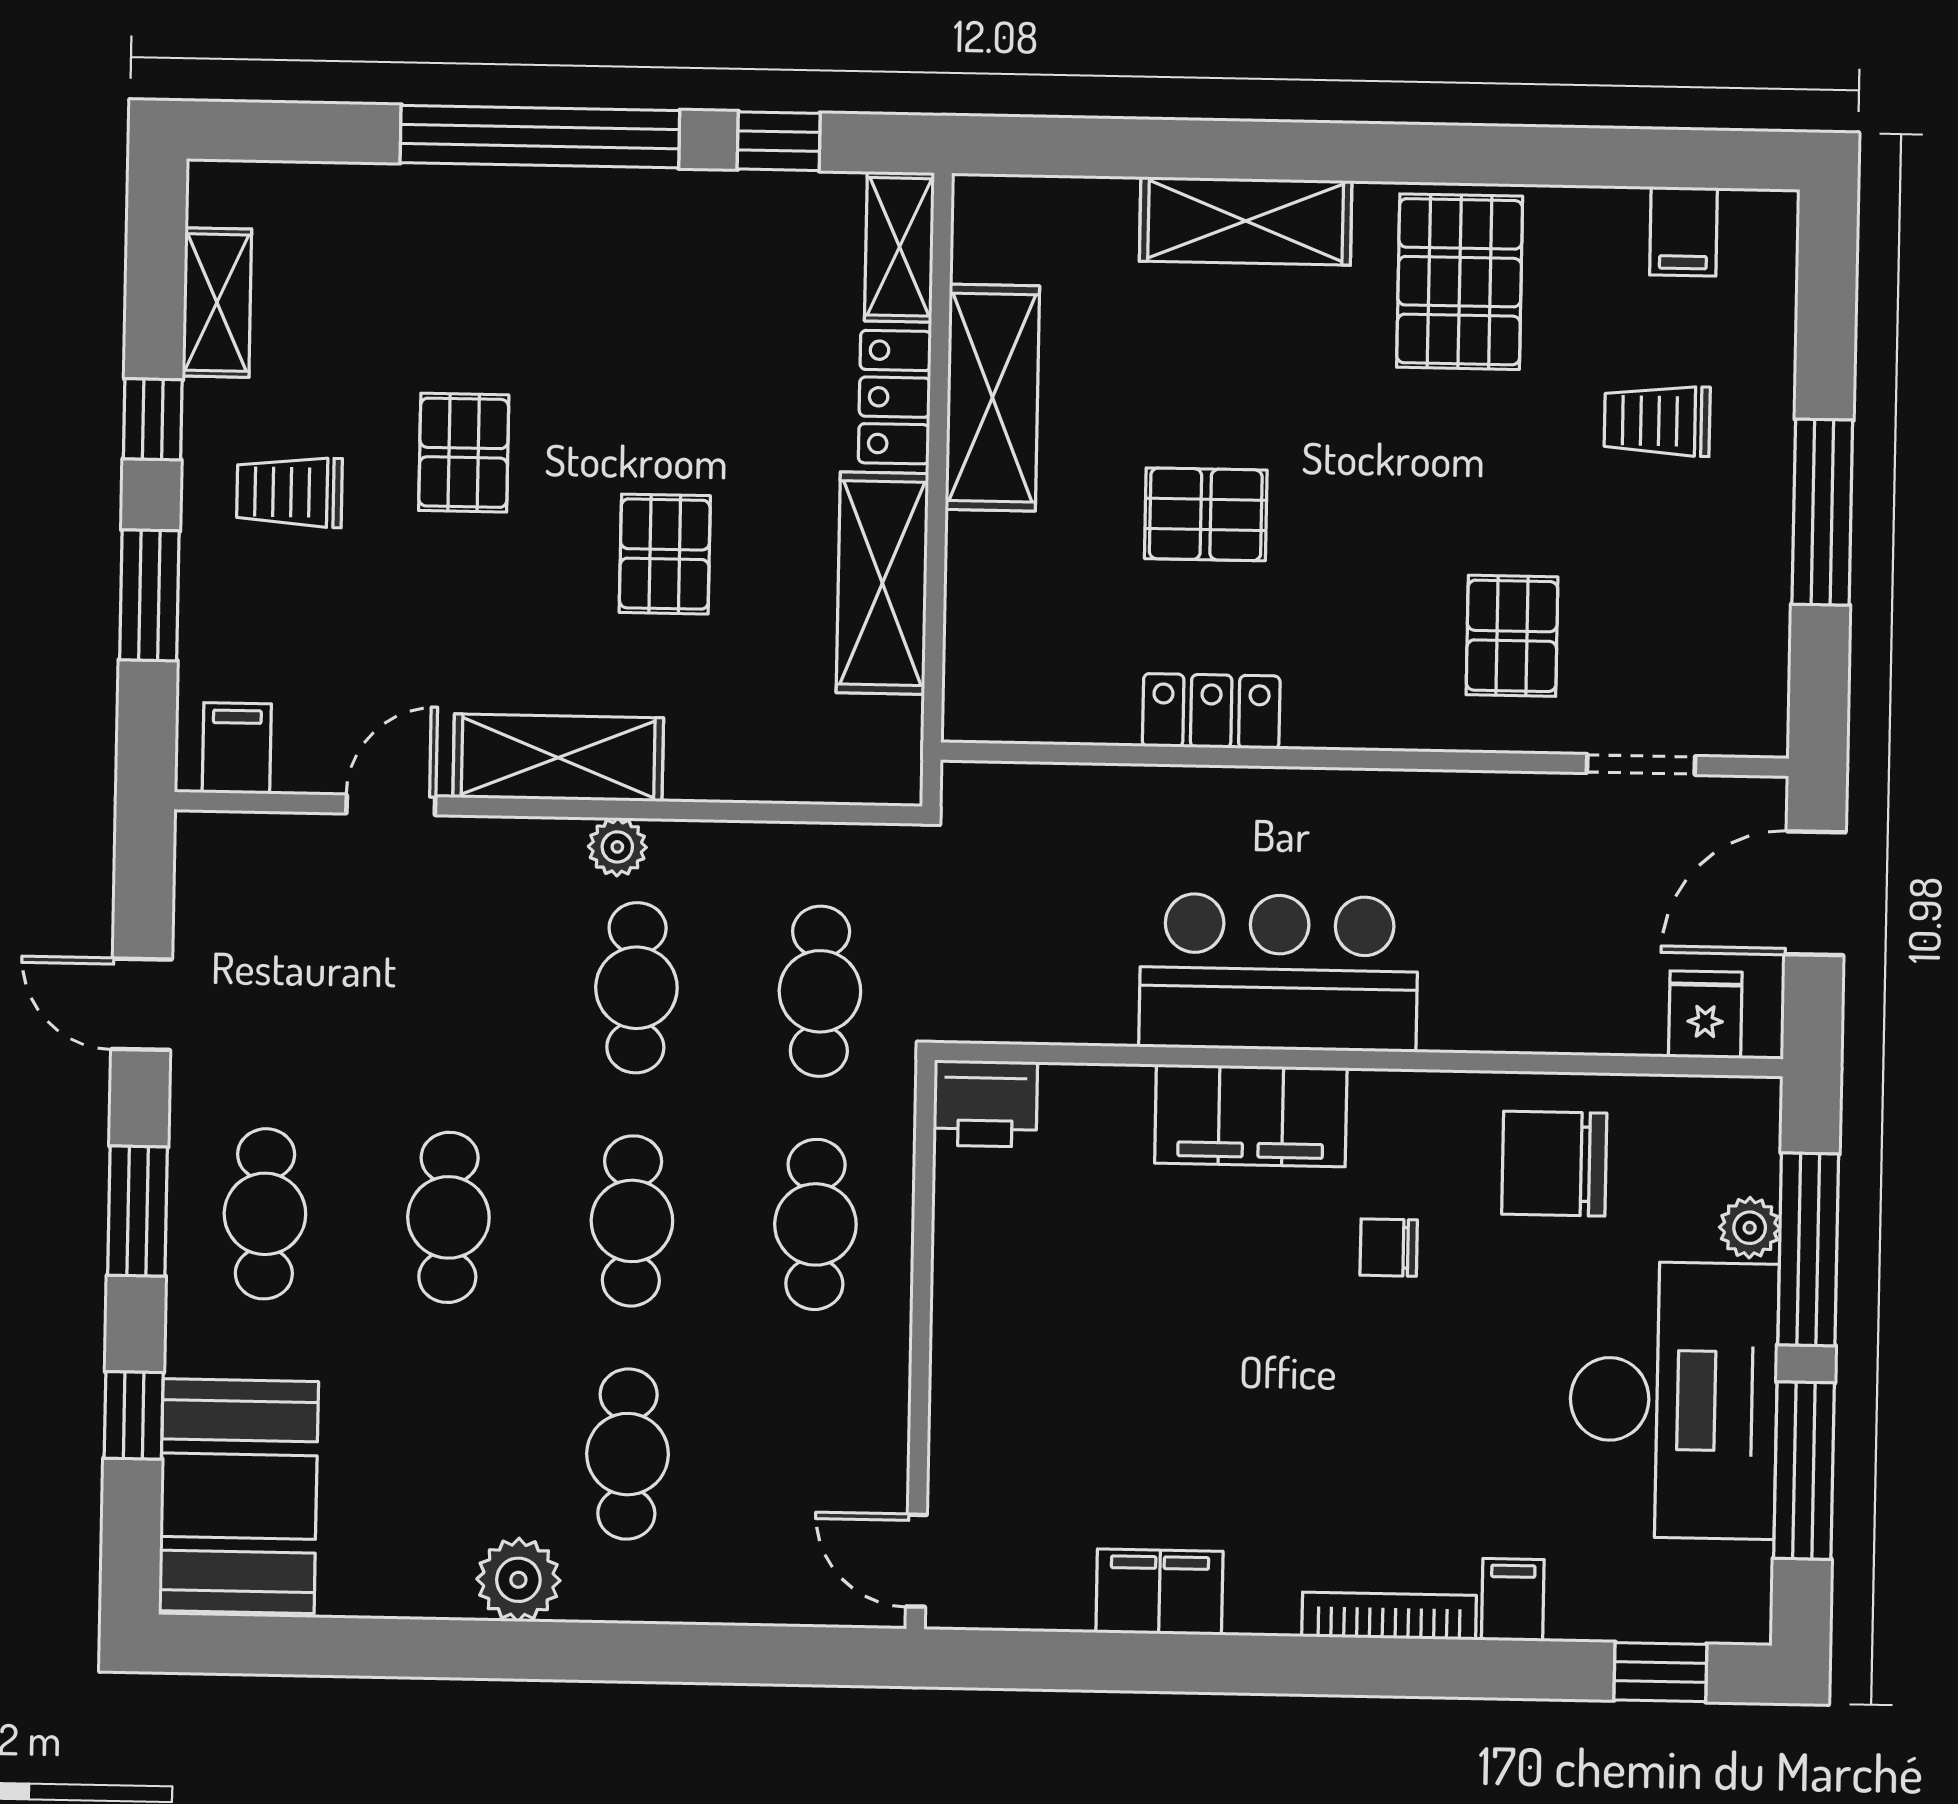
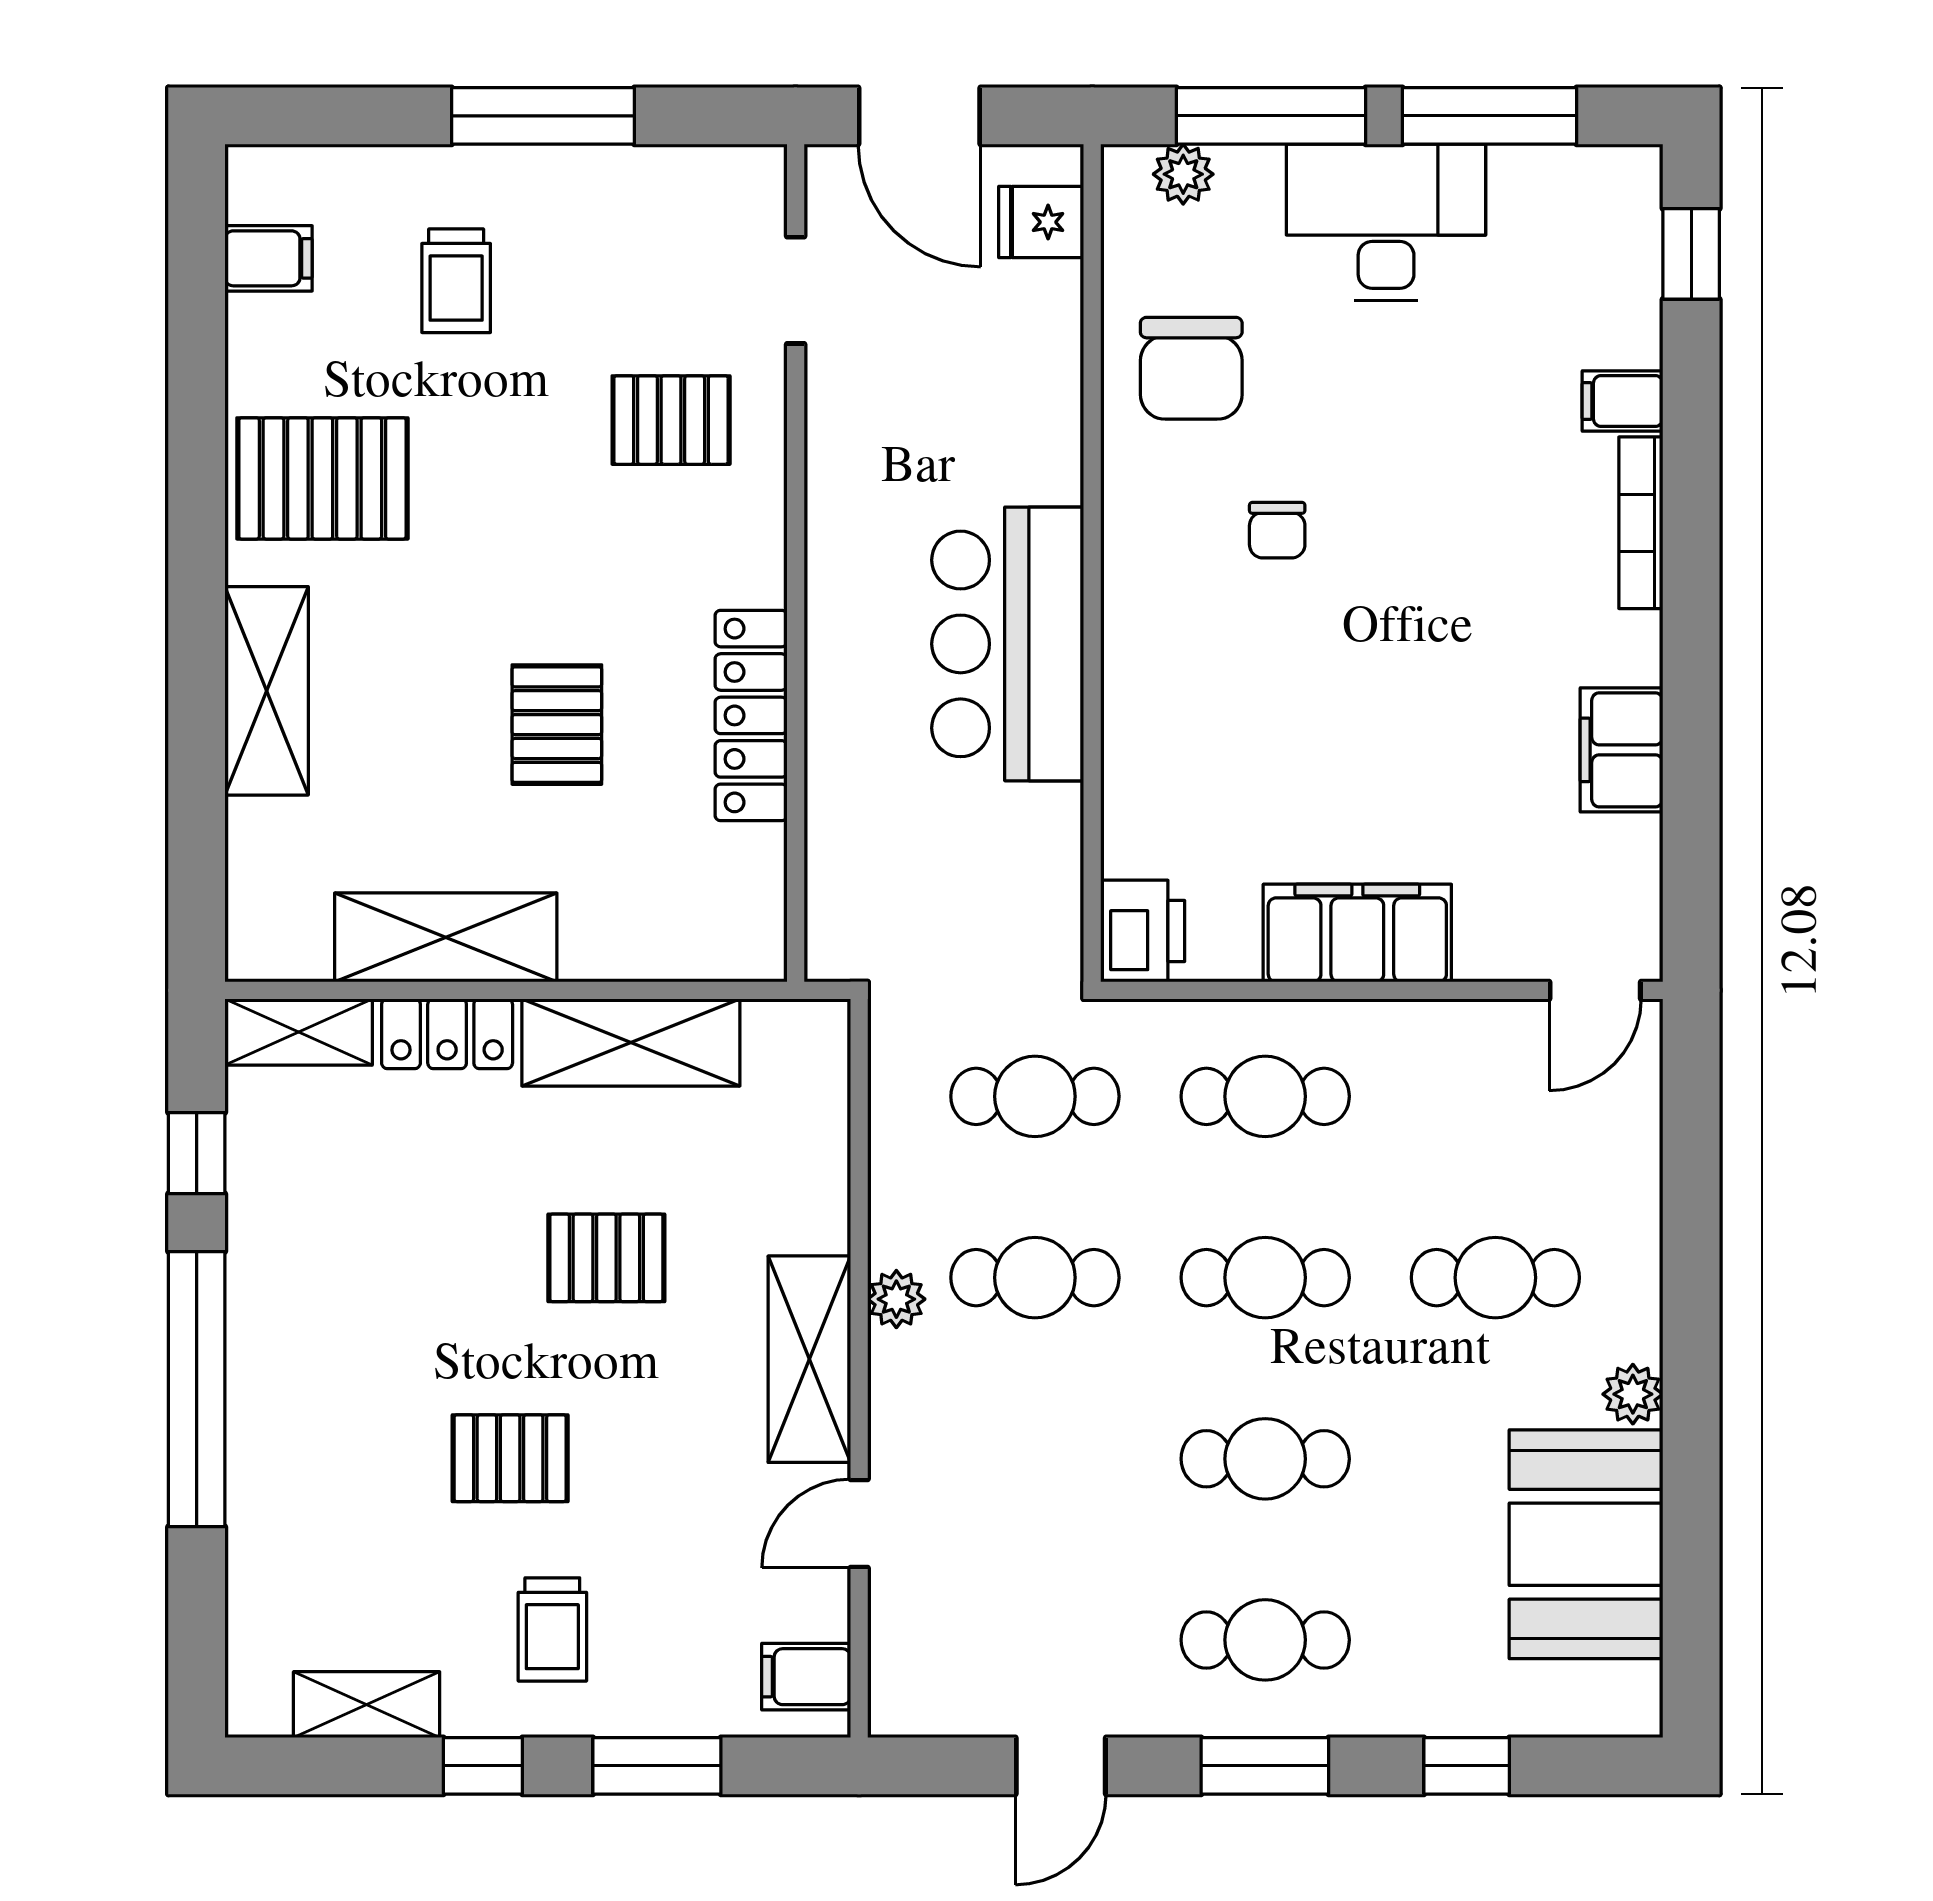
locker: (1211, 711) -> (751, 715), width x1.53
door: (391, 805) -> (859, 1523), hinge flipped
filing cabinet: (1251, 1116) -> (1357, 933), moved, turned -90
plant: (1750, 1228) -> (1183, 174), moved
desk: (1674, 1400) -> (1386, 223), width x0.73, depth x0.77
booth: (239, 1496) -> (1586, 1544), moved, turned 90
plant: (518, 1580) -> (1633, 1394), width x0.73, depth x0.73

